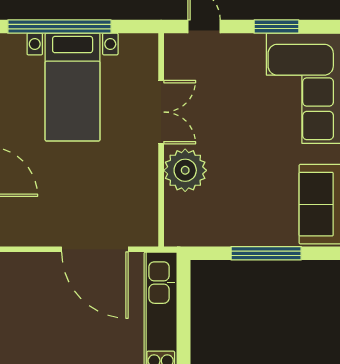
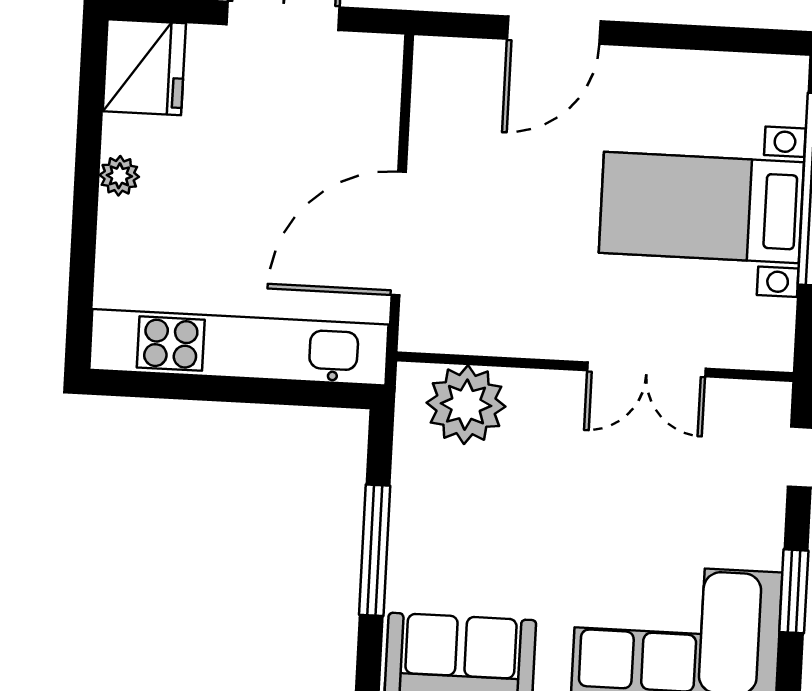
plant: (185, 170) -> (466, 405), moved

